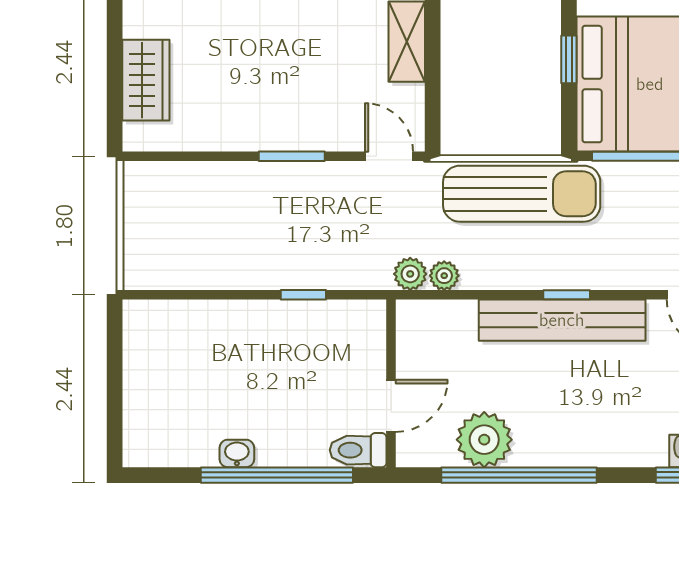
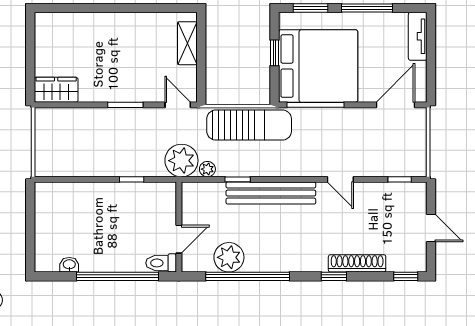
wardrobe: (146, 80) -> (56, 90), moved, turned -90
plant: (410, 274) -> (181, 161), width x1.87, depth x1.87
window: (567, 295) -> (238, 179), moved
washbasin: (237, 453) -> (69, 265), moved

